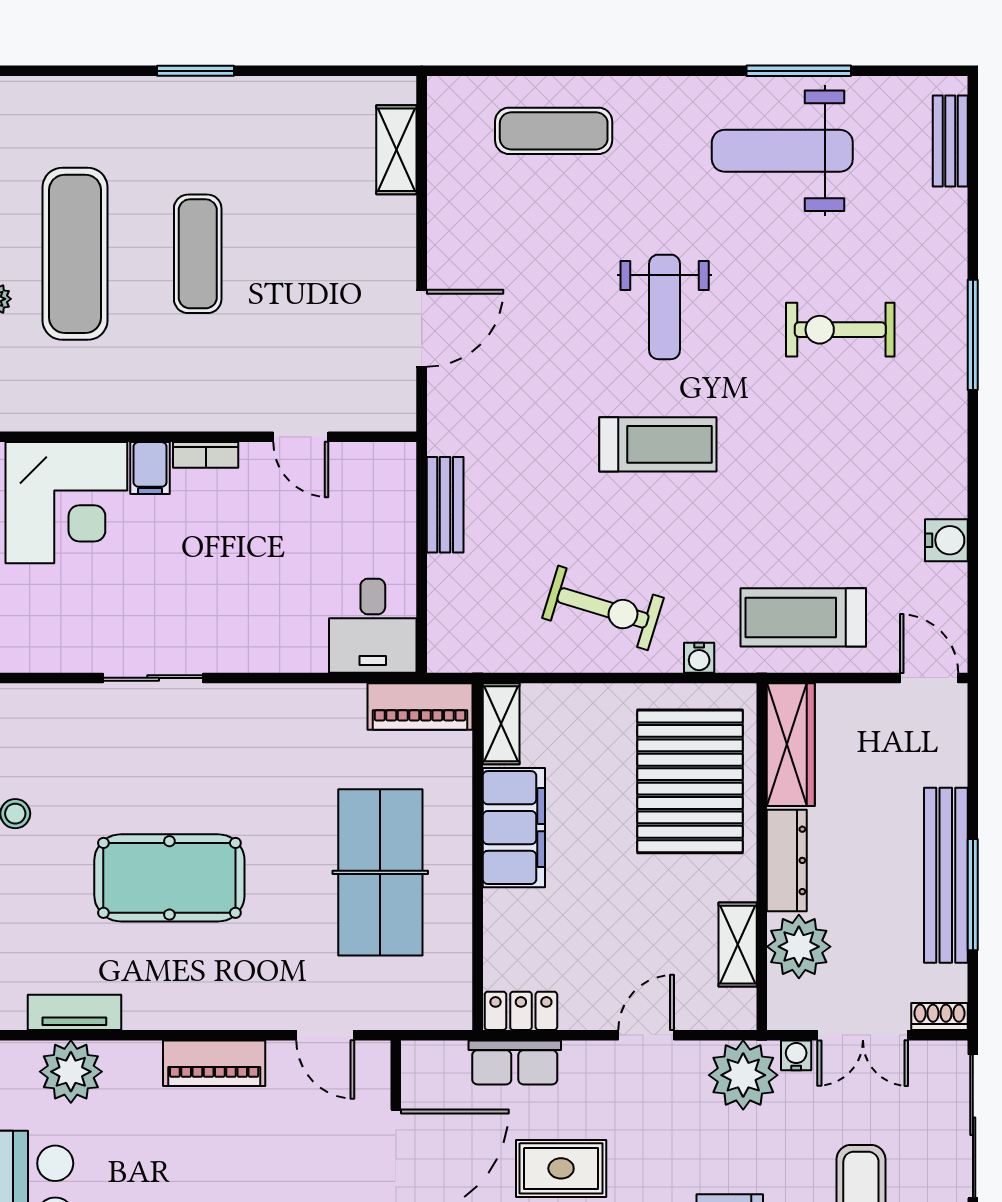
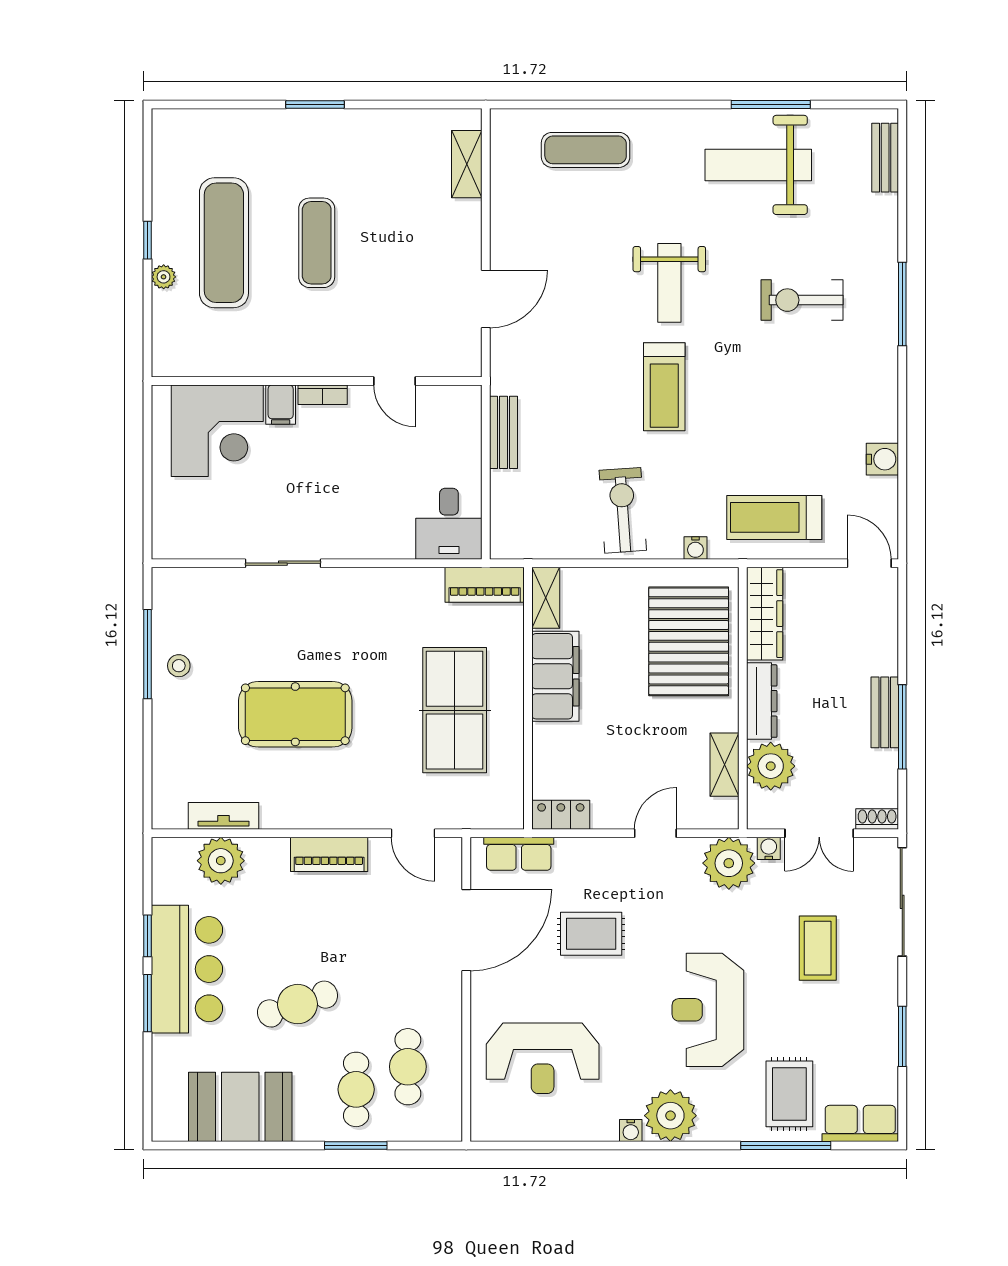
treadmill: (658, 444) -> (664, 387), turned 90
exercise bike: (603, 608) -> (623, 510), turned -111
bench: (946, 875) -> (885, 712), width x0.54, depth x0.82
row of seats: (515, 1063) -> (519, 854), moved

